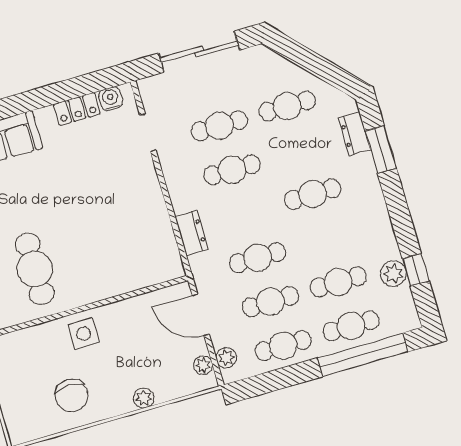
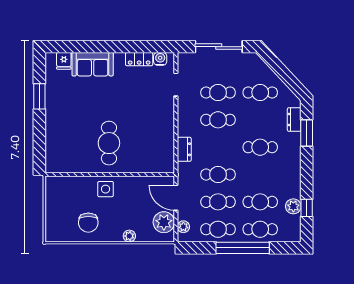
cafe table: (35, 269) -> (109, 143), moved
window: (363, 355) -> (243, 248), moved
plant: (203, 365) -> (164, 222), width x1.87, depth x1.87

